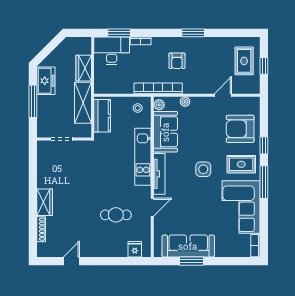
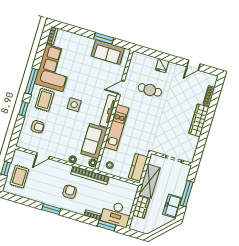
armchair: (240, 129) -> (37, 127), width x0.53, depth x0.53
rug: (241, 164) -> (45, 100), turned 90
wardrobe: (45, 202) -> (199, 120), width x1.50
sofa: (188, 246) -> (108, 52), width x0.73
fridge: (135, 249) -> (162, 65), moved

